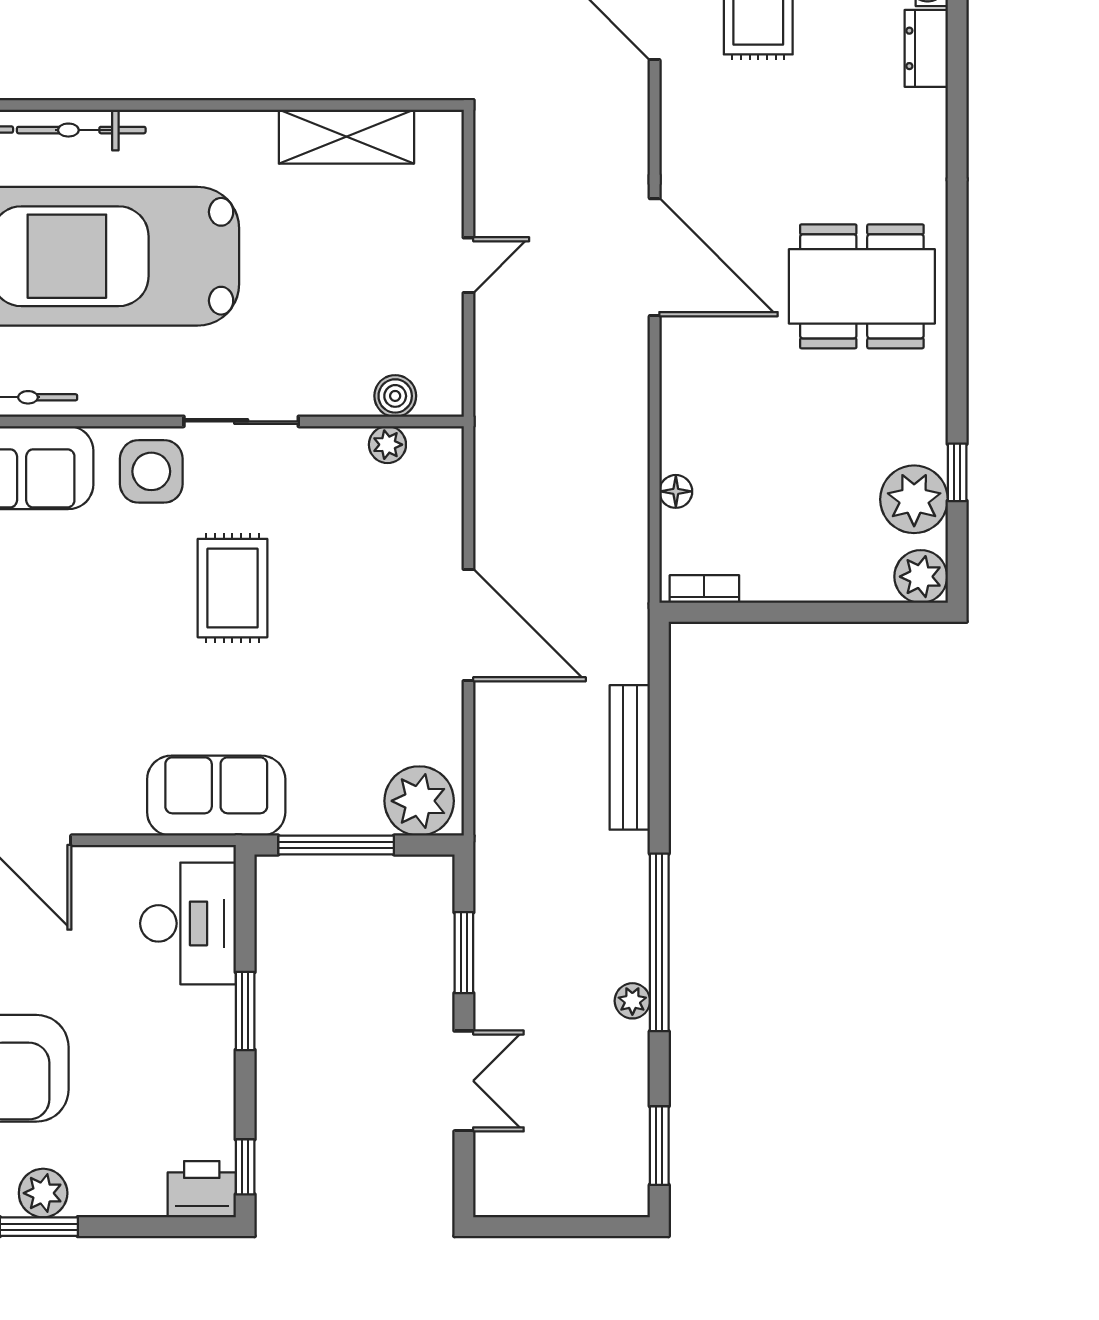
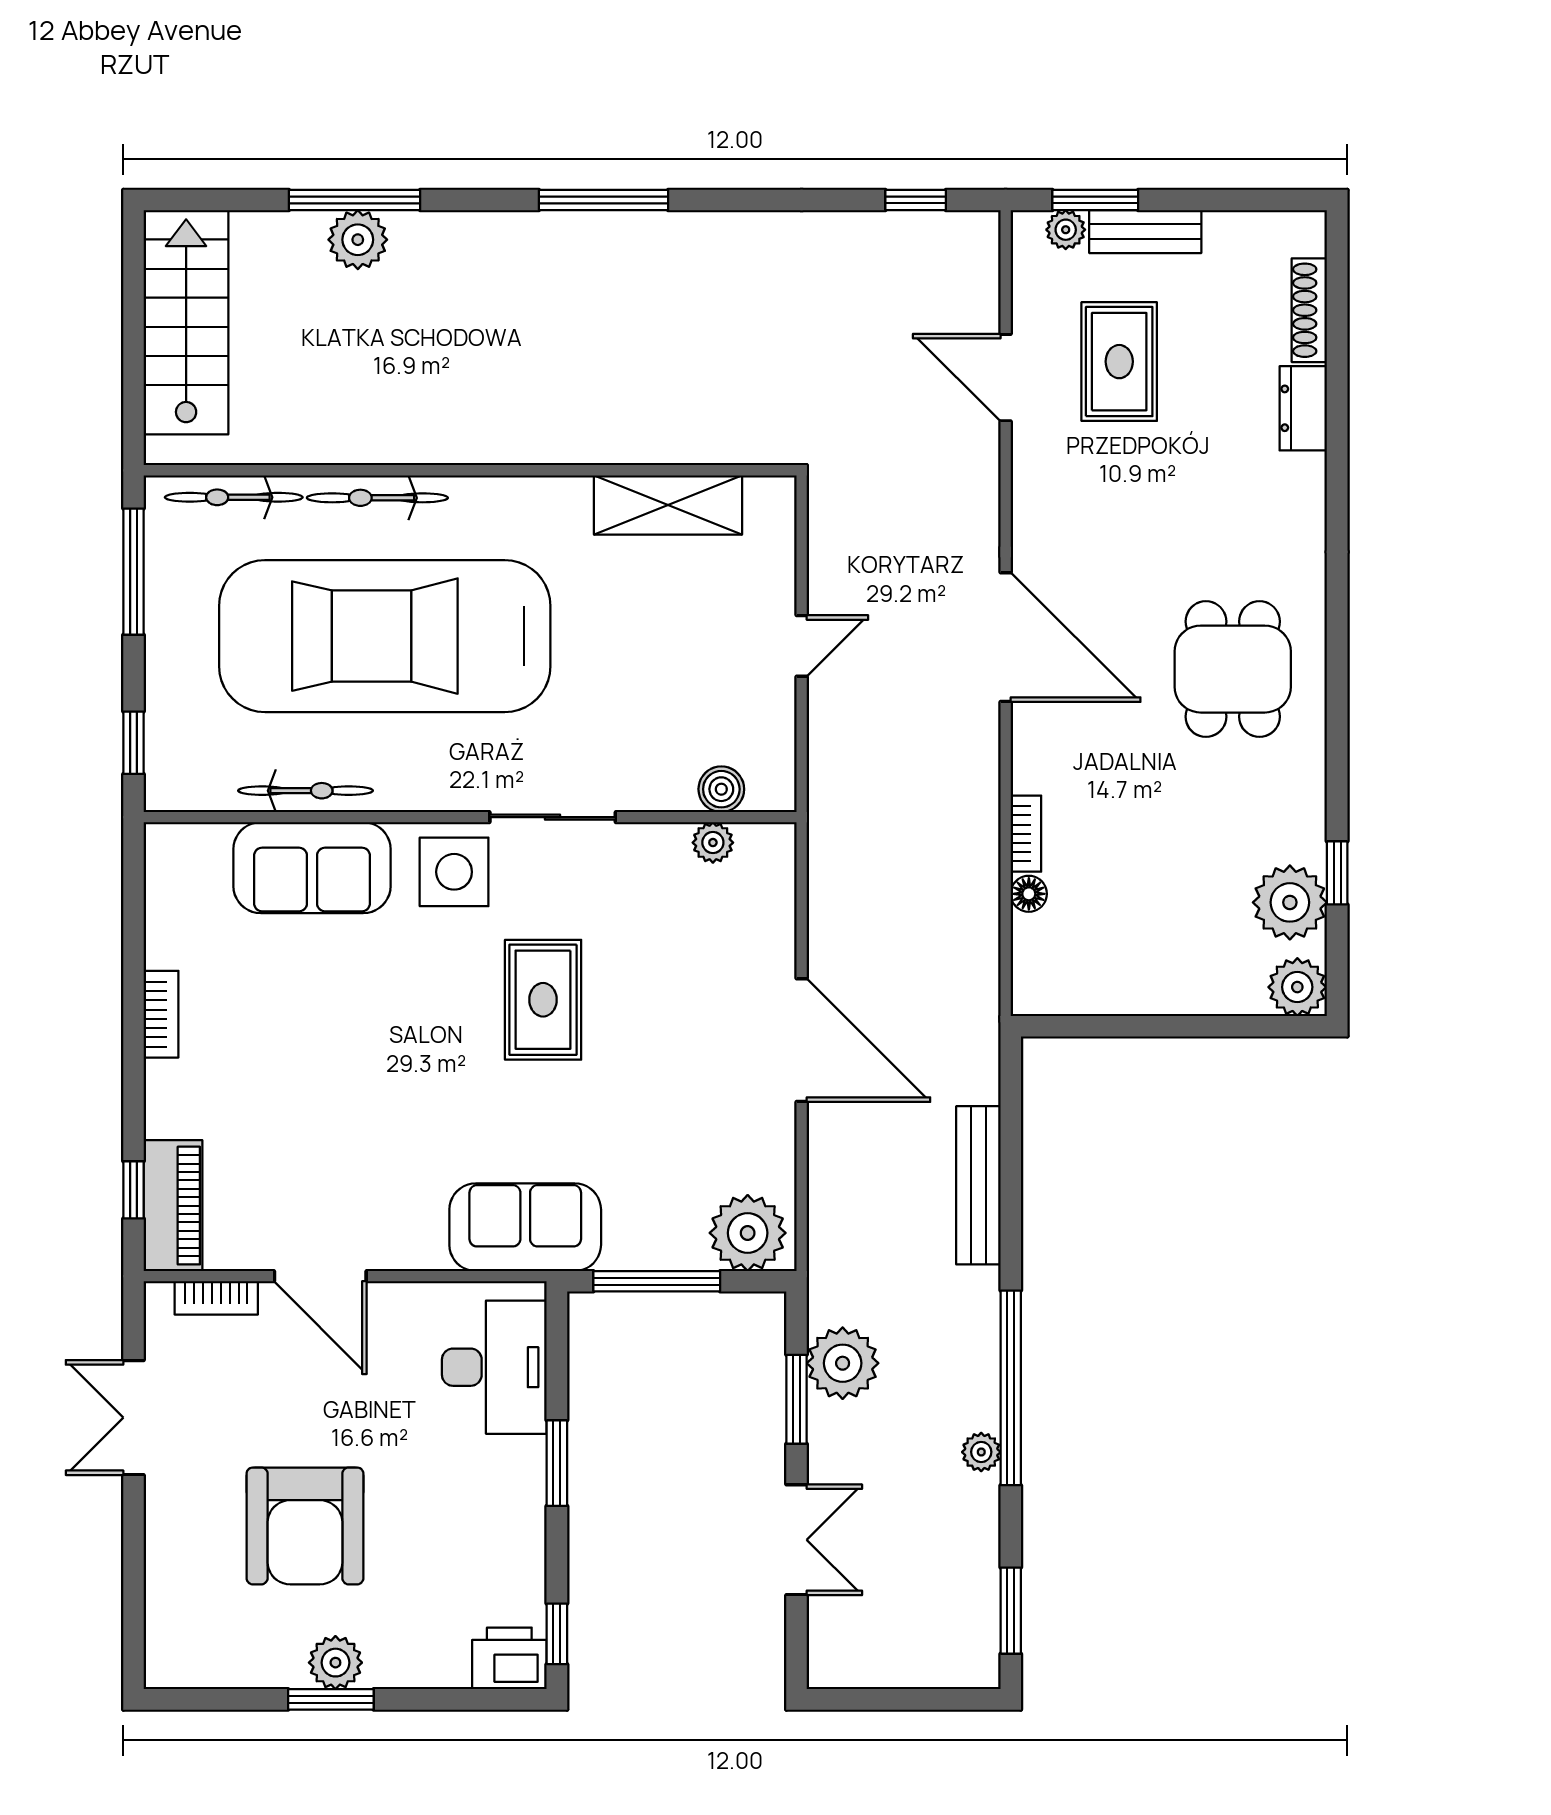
dining table: (862, 286) -> (1233, 669), width x0.73
bookcase: (704, 589) -> (1026, 834), moved, turned 90
plant: (506, 920) -> (843, 1363), added

